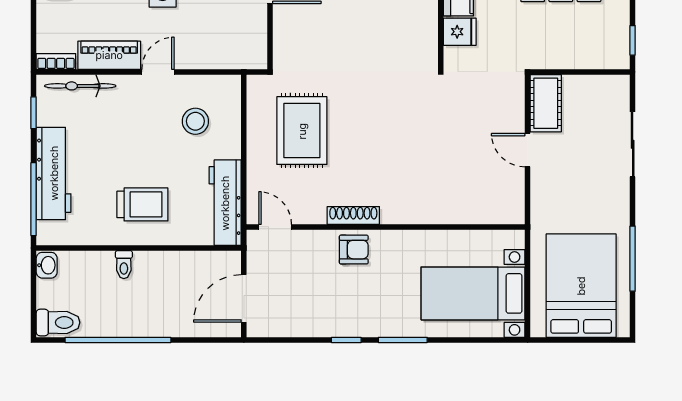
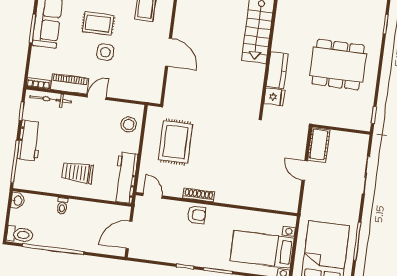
stool: (195, 121) -> (129, 124), moved
workbench: (54, 173) -> (29, 141), width x0.73
trolley: (142, 204) -> (78, 173), turned 180

